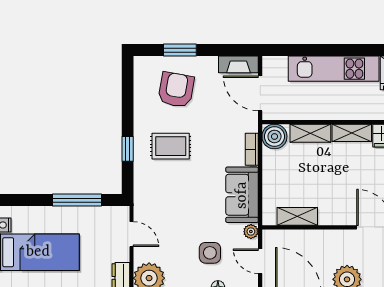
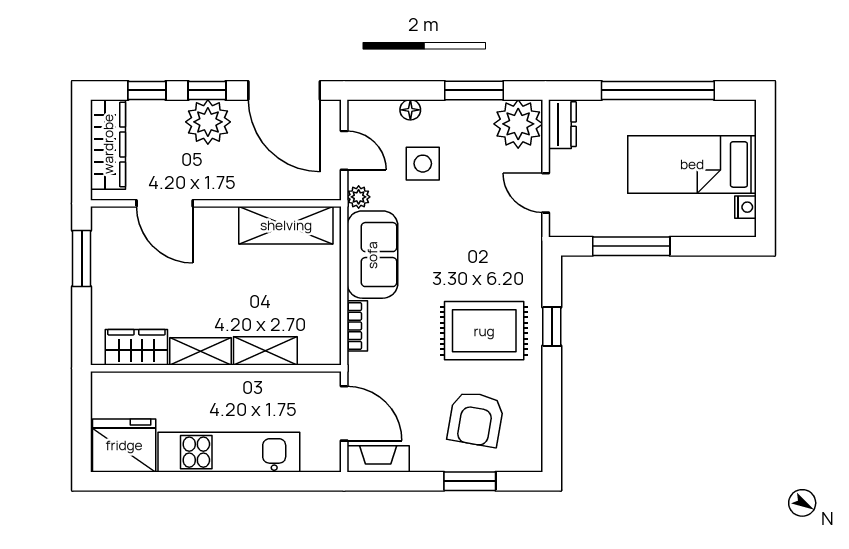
boiler: (274, 136) -> (322, 346), removed
rug: (171, 146) -> (484, 331), width x1.36, depth x1.43
shelving: (297, 216) -> (286, 225), width x1.50, depth x1.33

